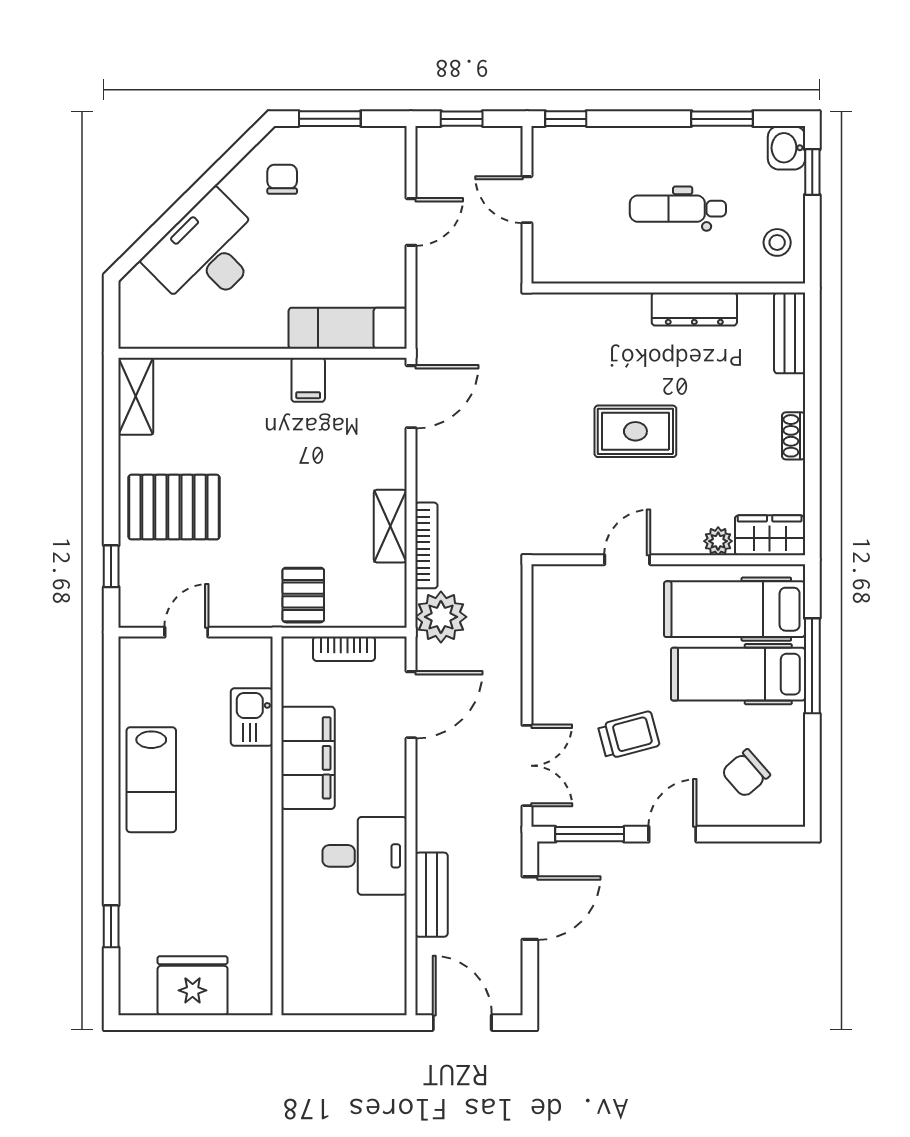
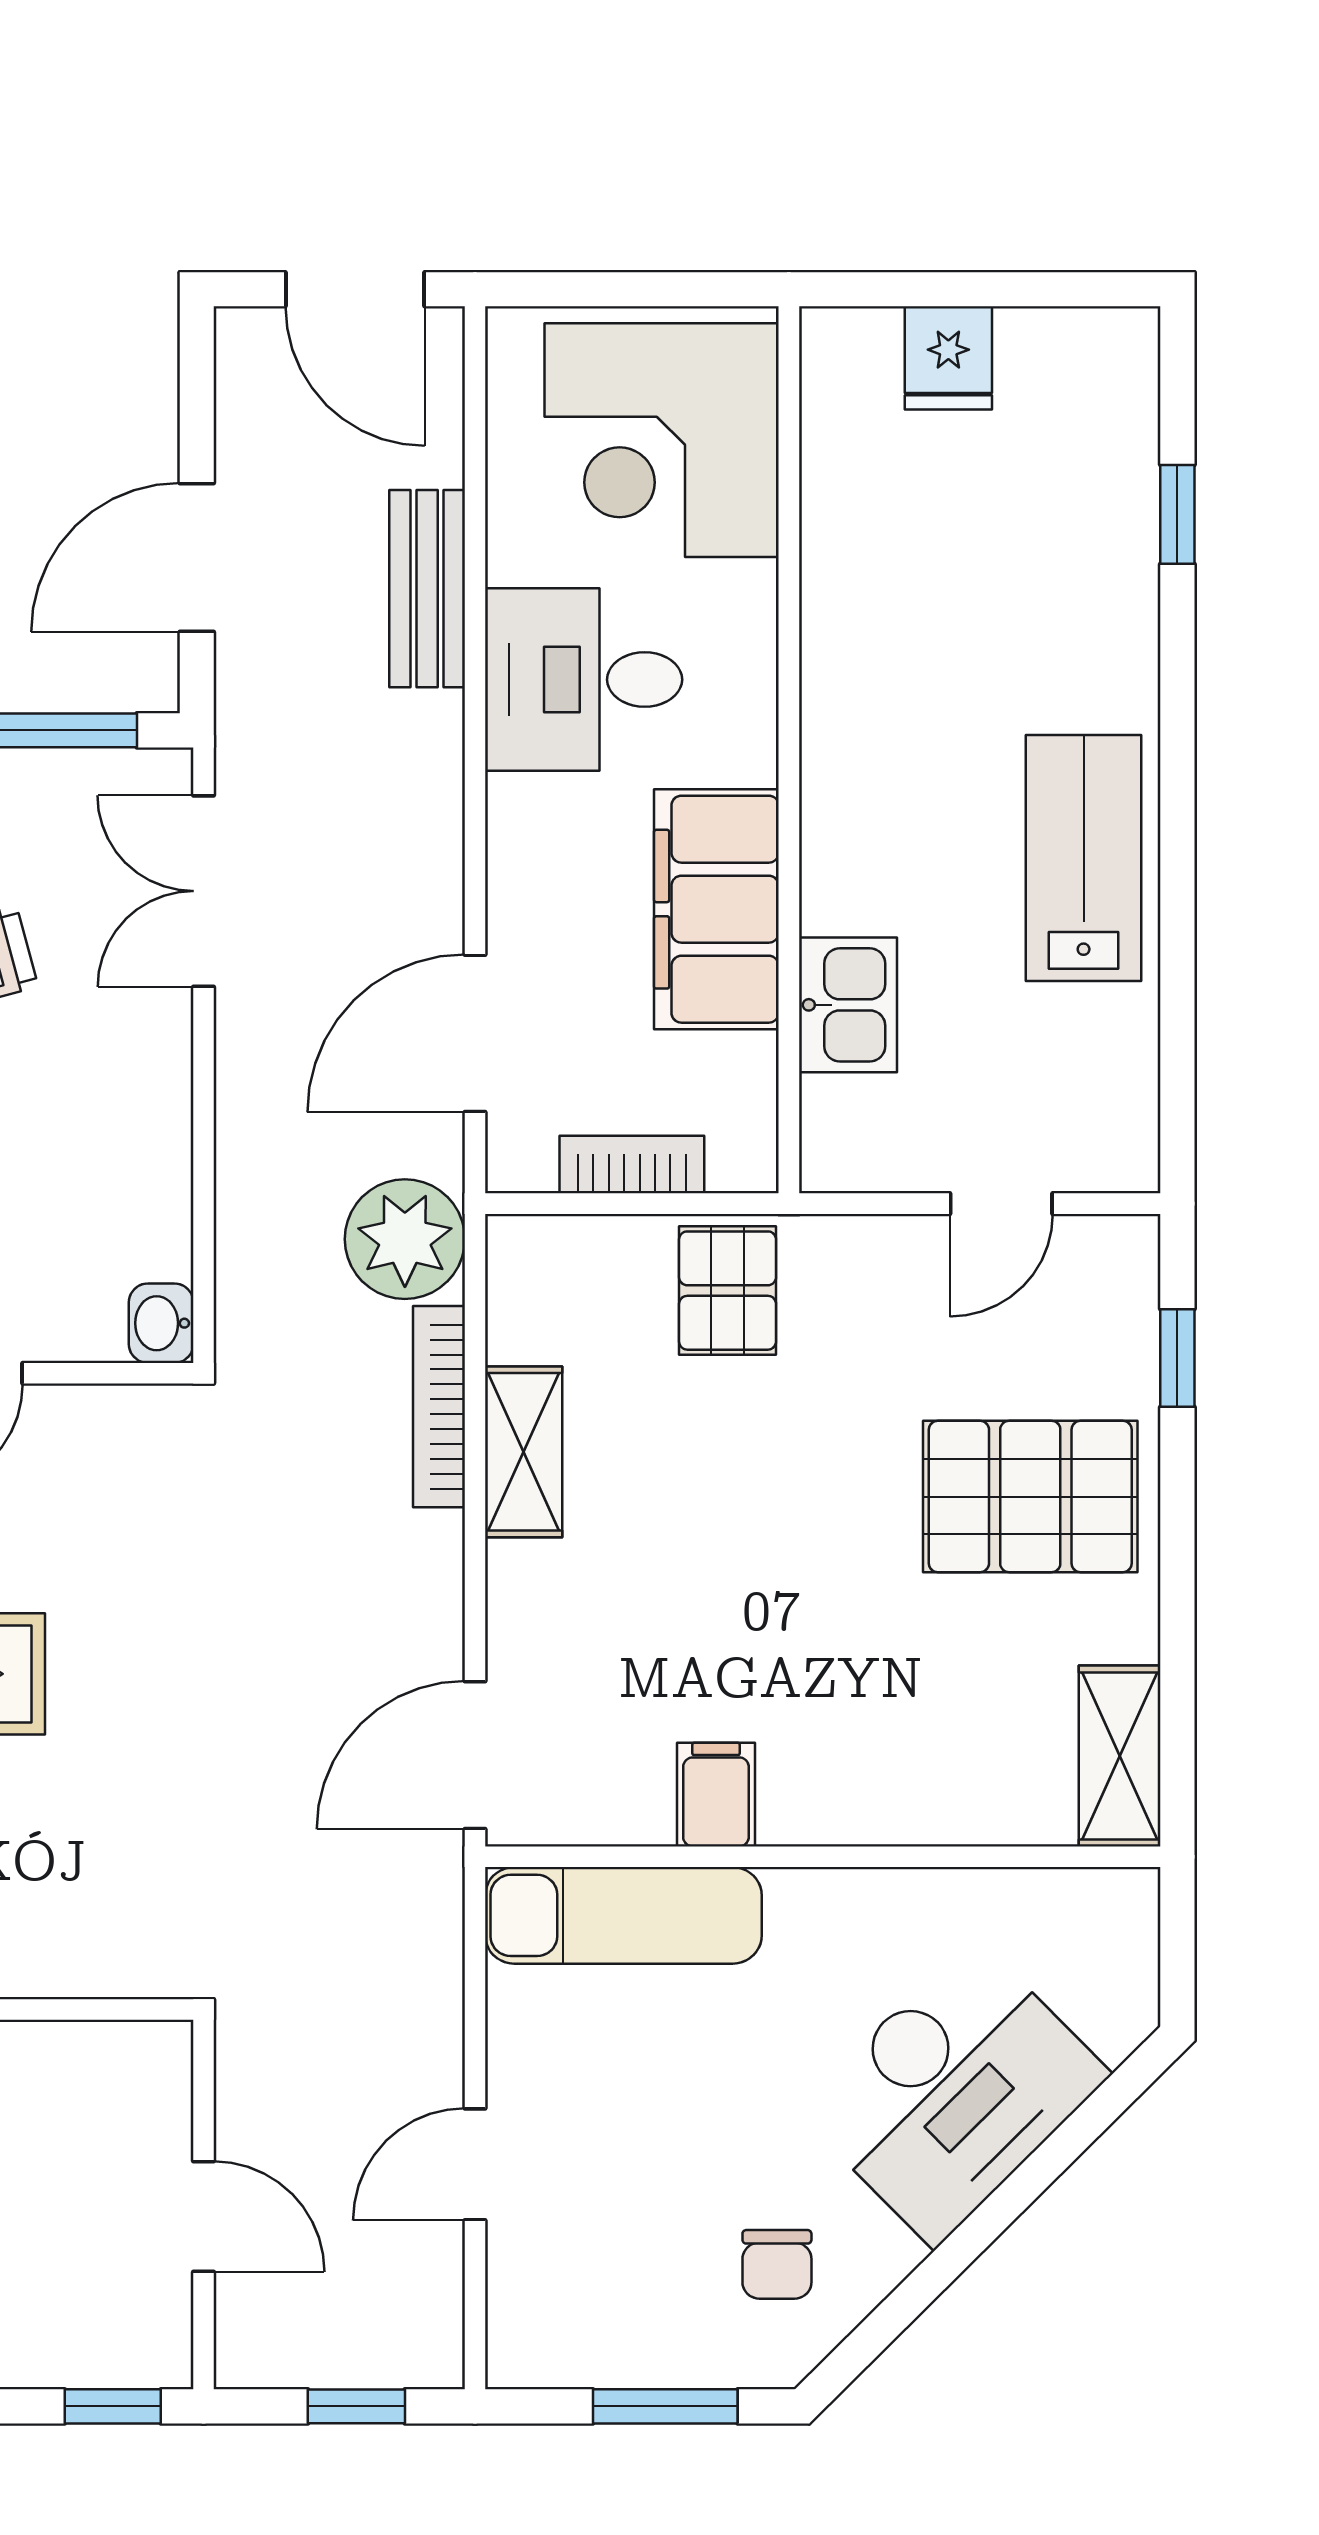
washbasin: (545, 581) -> (161, 1323), added
corner desk: (331, 958) -> (662, 440), added
fridge: (193, 986) -> (948, 358), width x0.53, depth x0.75

